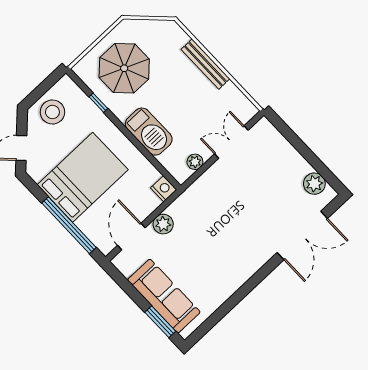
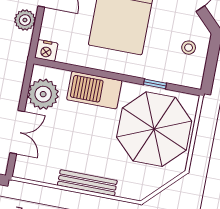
parasol: (124, 68) -> (154, 129), width x1.36, depth x1.36
stool: (52, 112) -> (189, 48), width x0.53, depth x0.53
plant: (195, 162) -> (43, 94), width x1.87, depth x1.87

